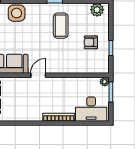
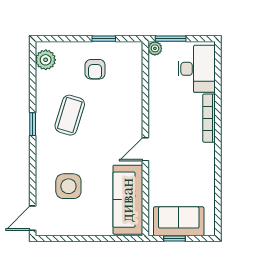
side table: (17, 13) -> (68, 186), moved
coffee table: (61, 26) -> (70, 115), turned -73
door: (38, 75) -> (145, 149), hinge flipped

